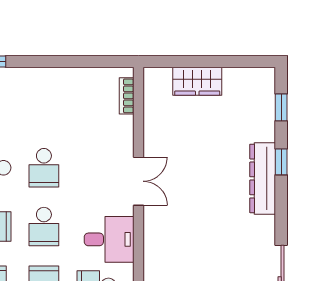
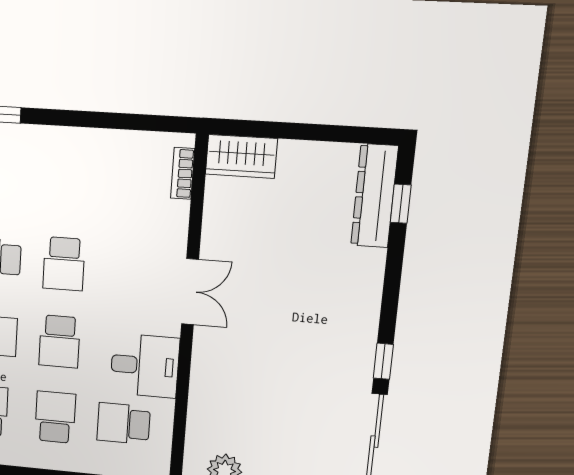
wardrobe: (197, 81) -> (241, 156), moved
window: (281, 162) -> (383, 361), moved
dresser: (263, 178) -> (374, 196), moved

